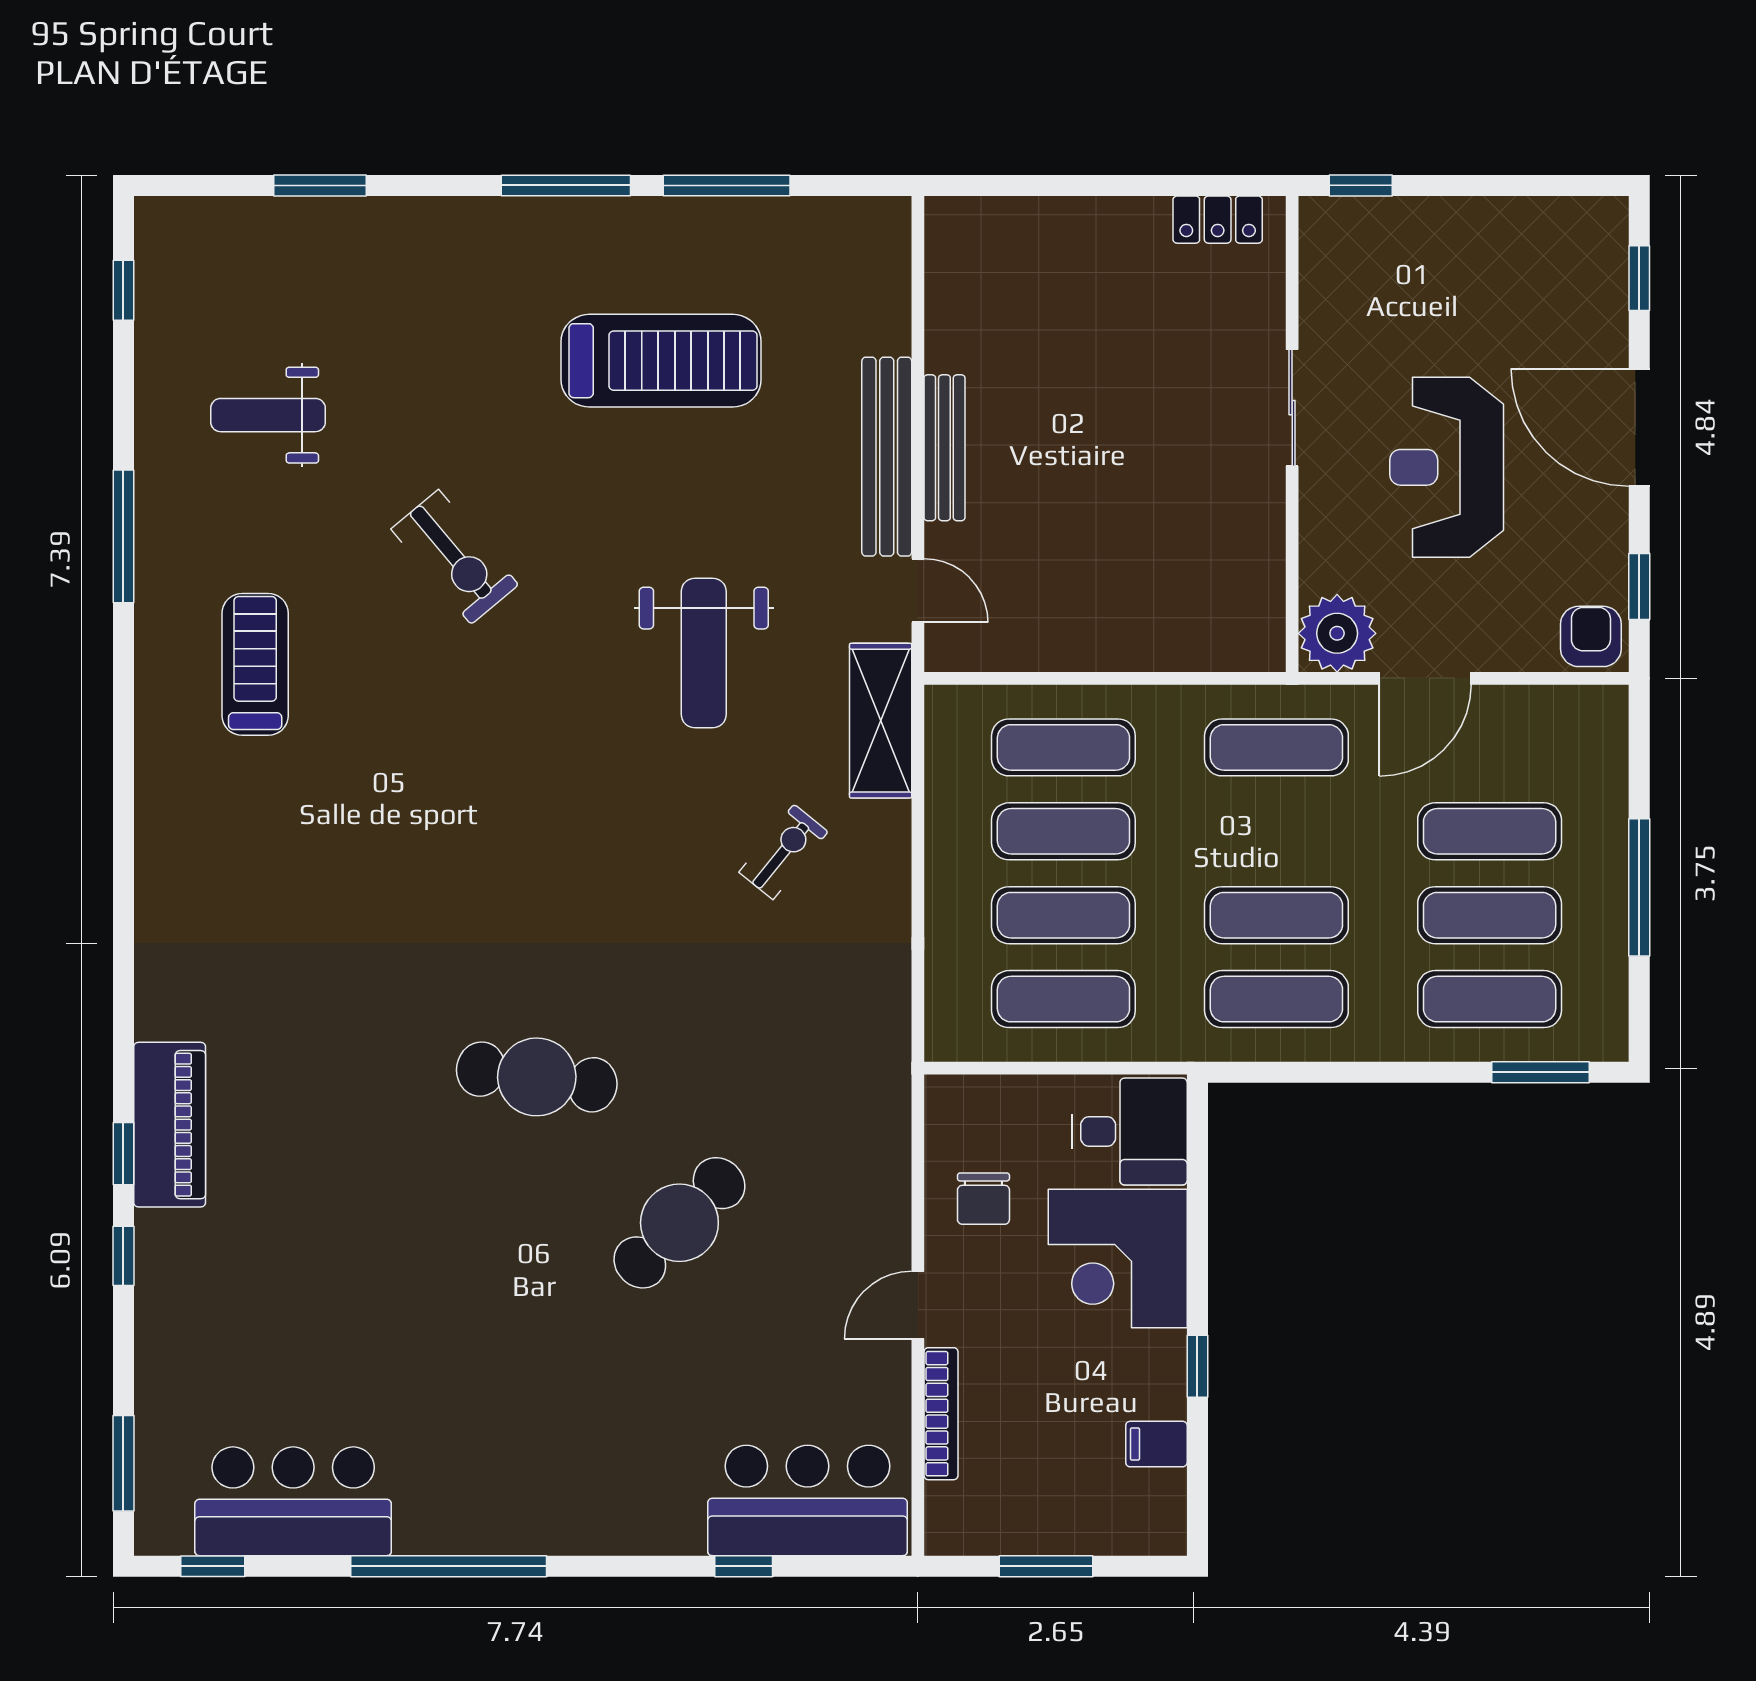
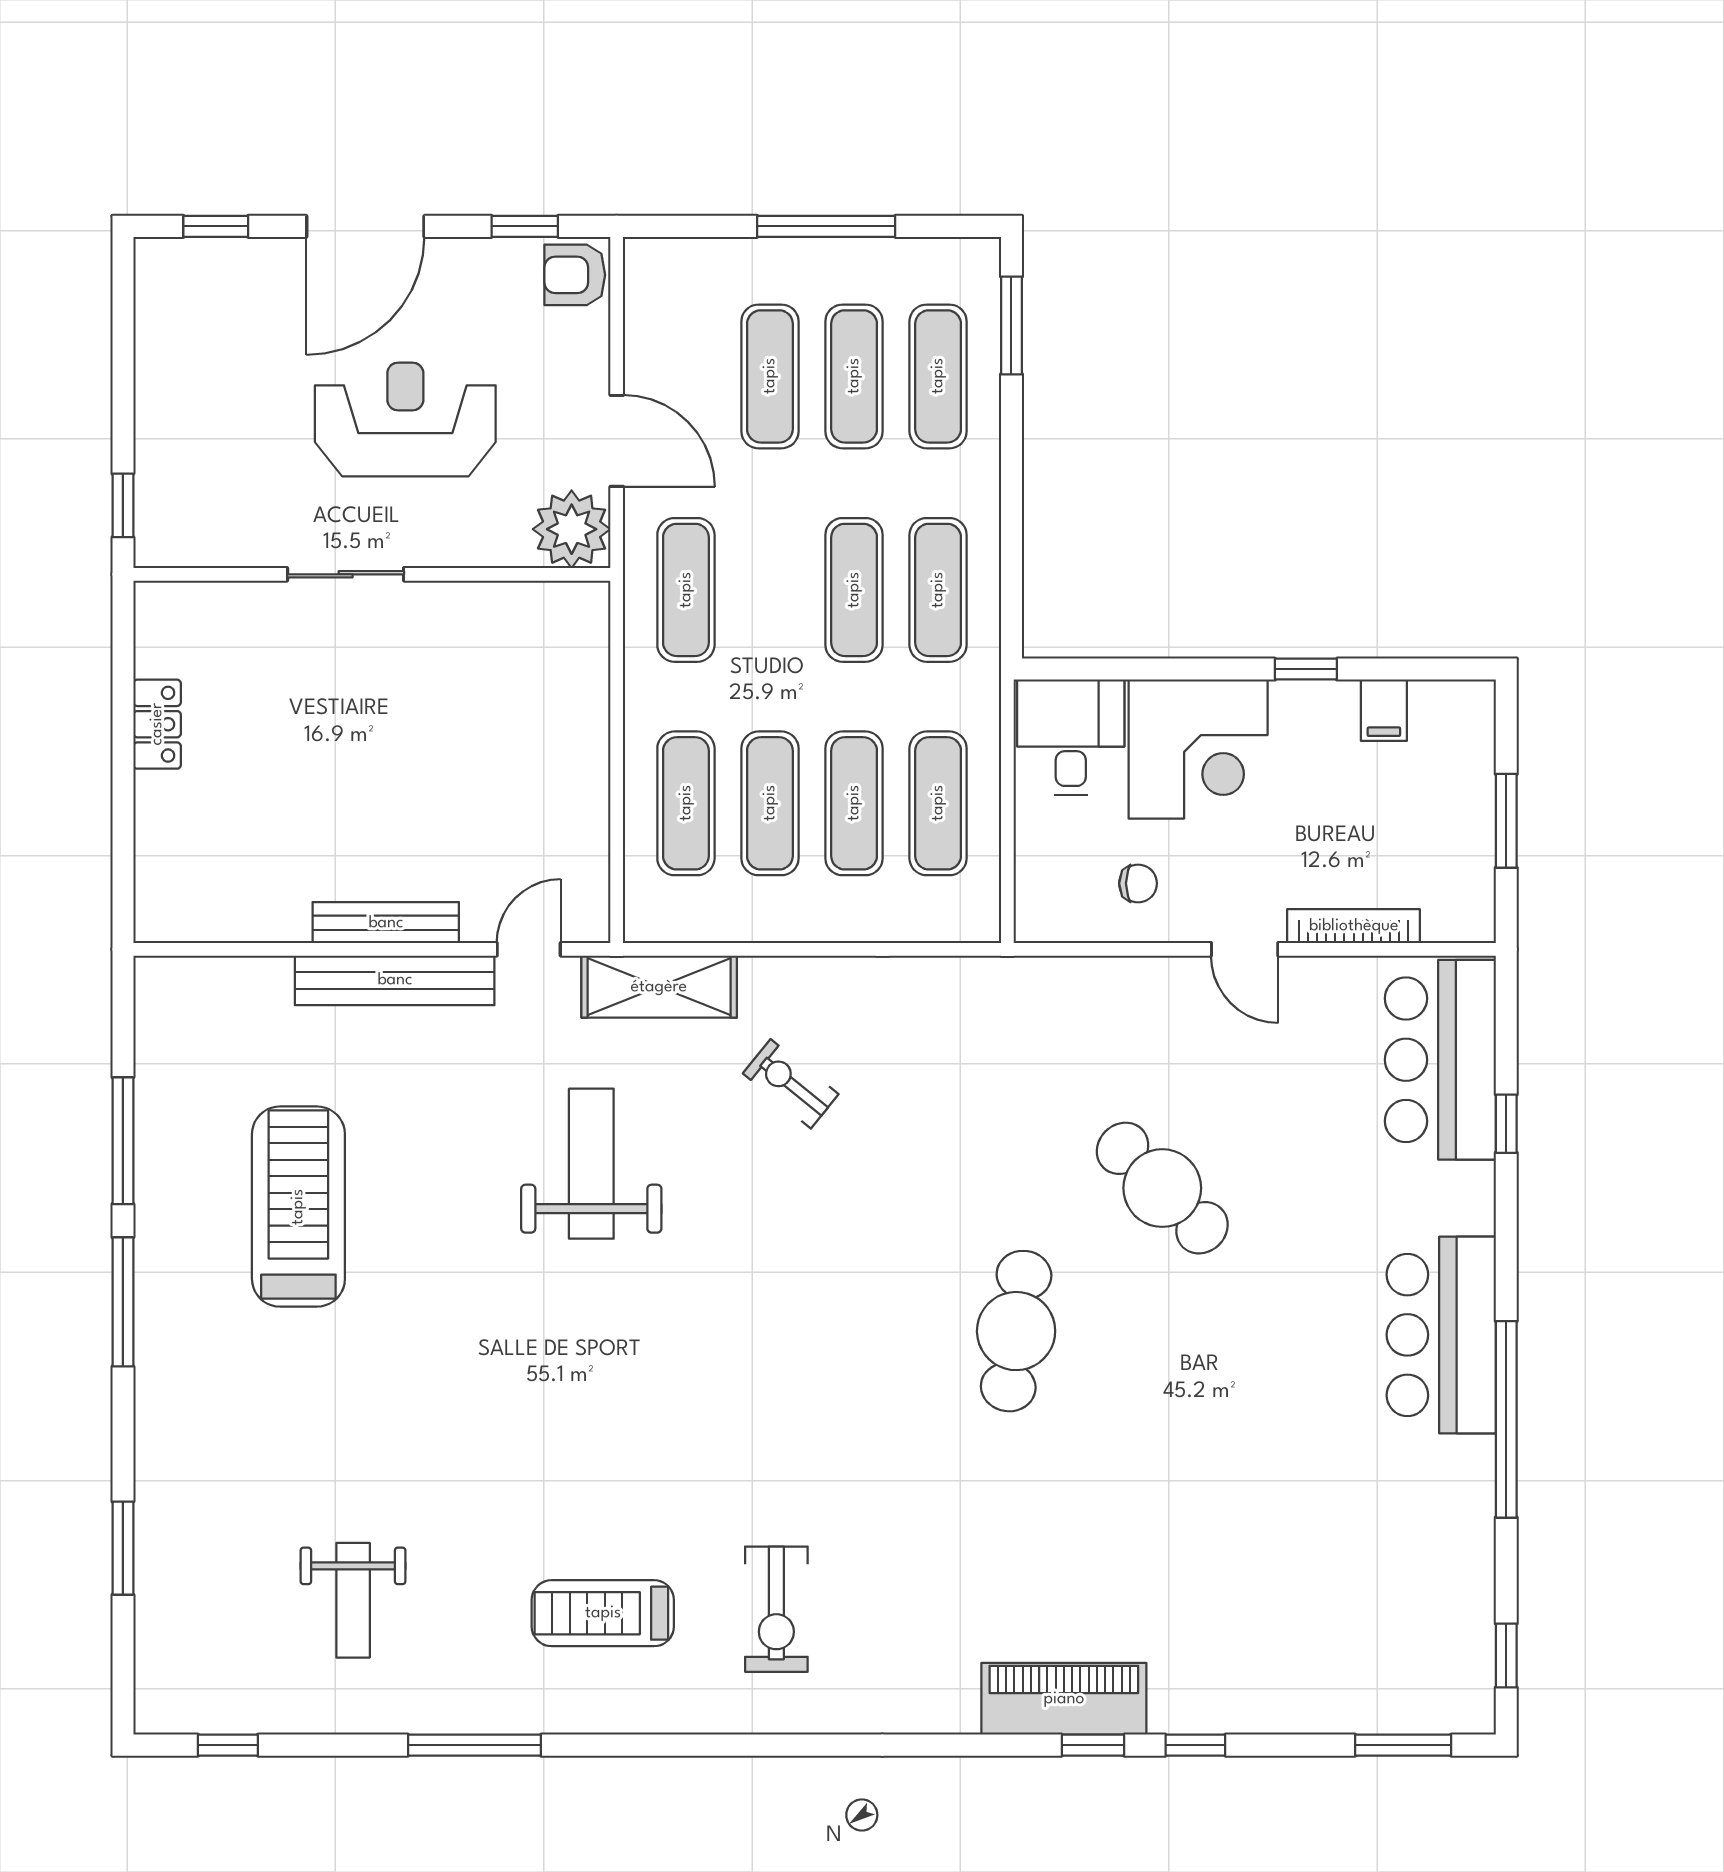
locker: (1218, 220) -> (157, 724), moved
reception desk: (1447, 467) -> (405, 419), turned 180
exercise bike: (455, 557) -> (776, 1609), moved, turned 130
weight bench: (704, 653) -> (591, 1164), turned -90
chair: (983, 1199) -> (1138, 883), width x0.73, depth x0.73
bar counter: (293, 1501) -> (1441, 1335), moved

